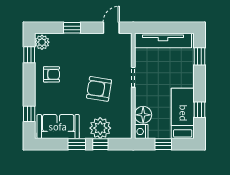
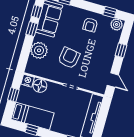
window: (100, 144) -> (37, 12), moved

